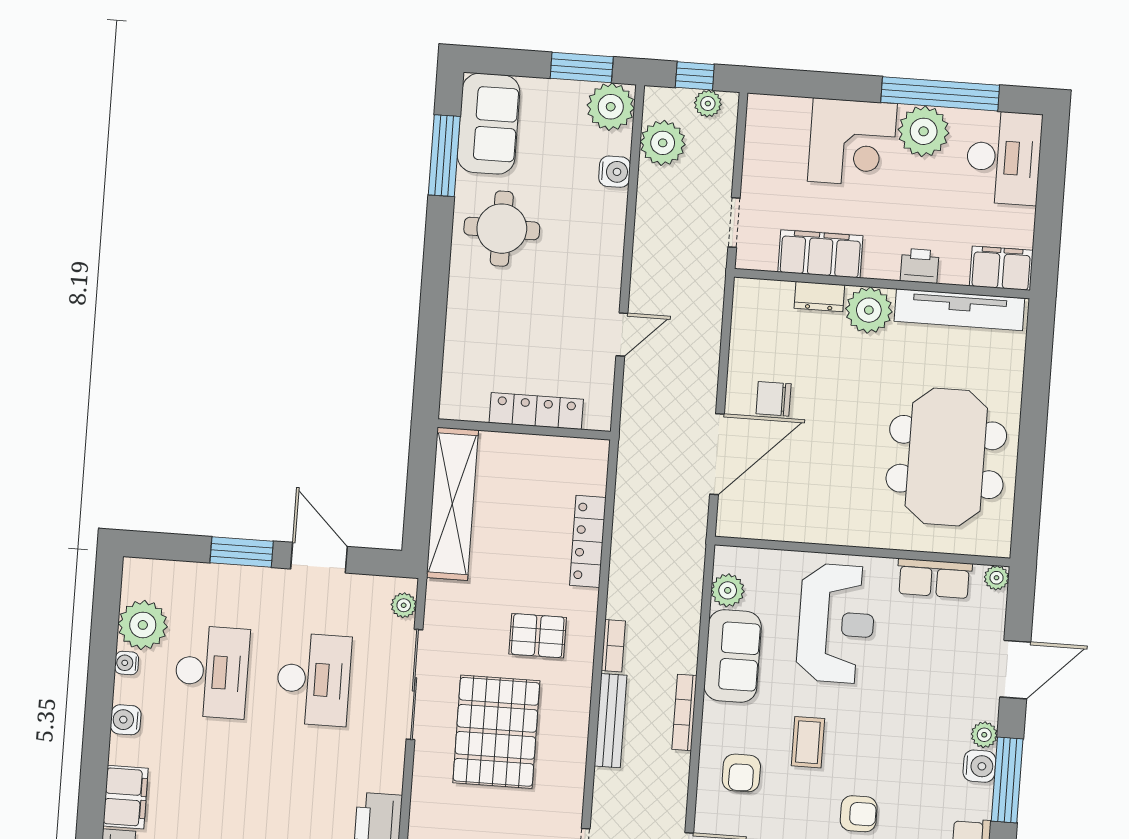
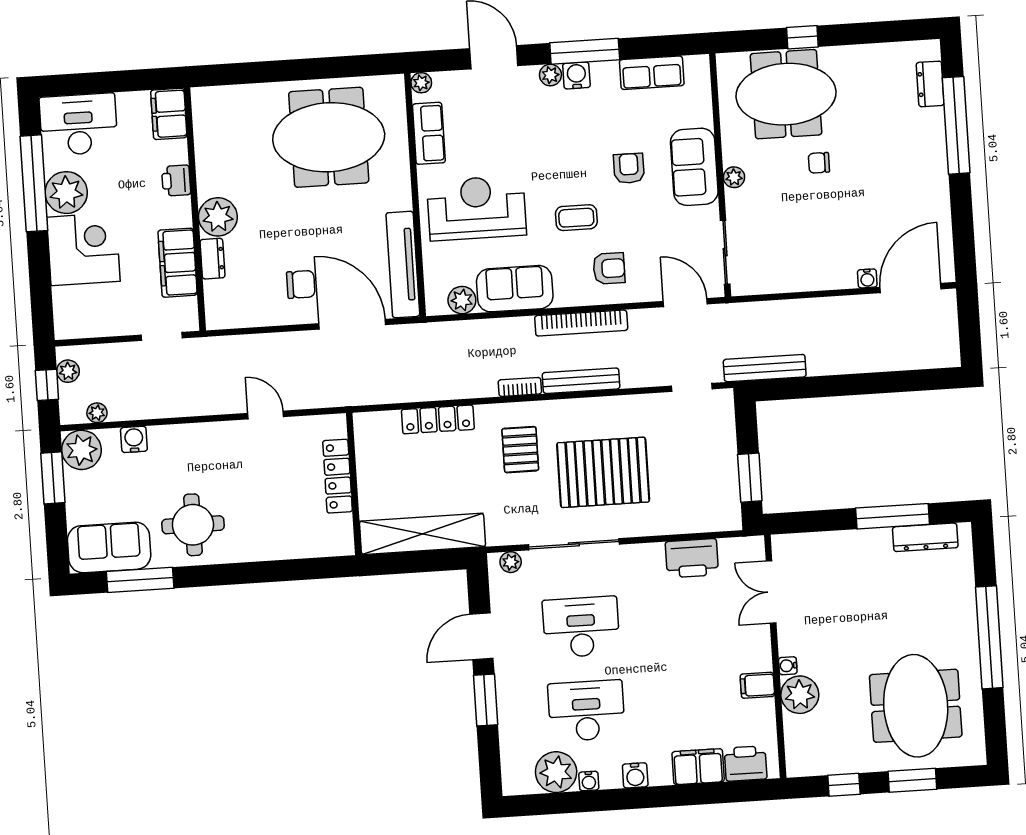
plant: (663, 143) -> (97, 413), width x0.53, depth x0.53
tv unit: (959, 310) -> (403, 265), moved, turned 180
chair: (774, 399) -> (301, 284), turned -90
bookcase: (684, 712) -> (581, 323), width x1.48, depth x1.31

